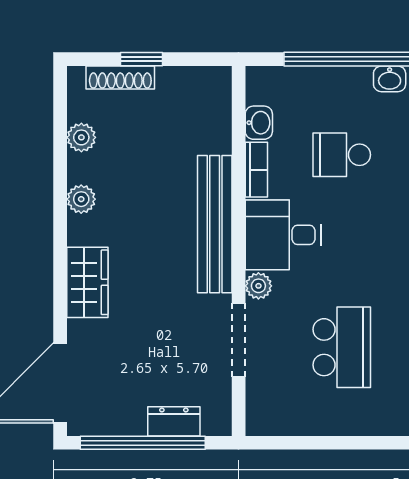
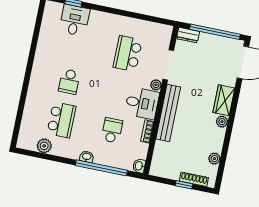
washbasin: (259, 123) -> (139, 166), moved
school desk: (342, 155) -> (112, 130), turned -90
plant: (81, 199) -> (222, 122), moved
dresser: (174, 421) -> (188, 35), moved

